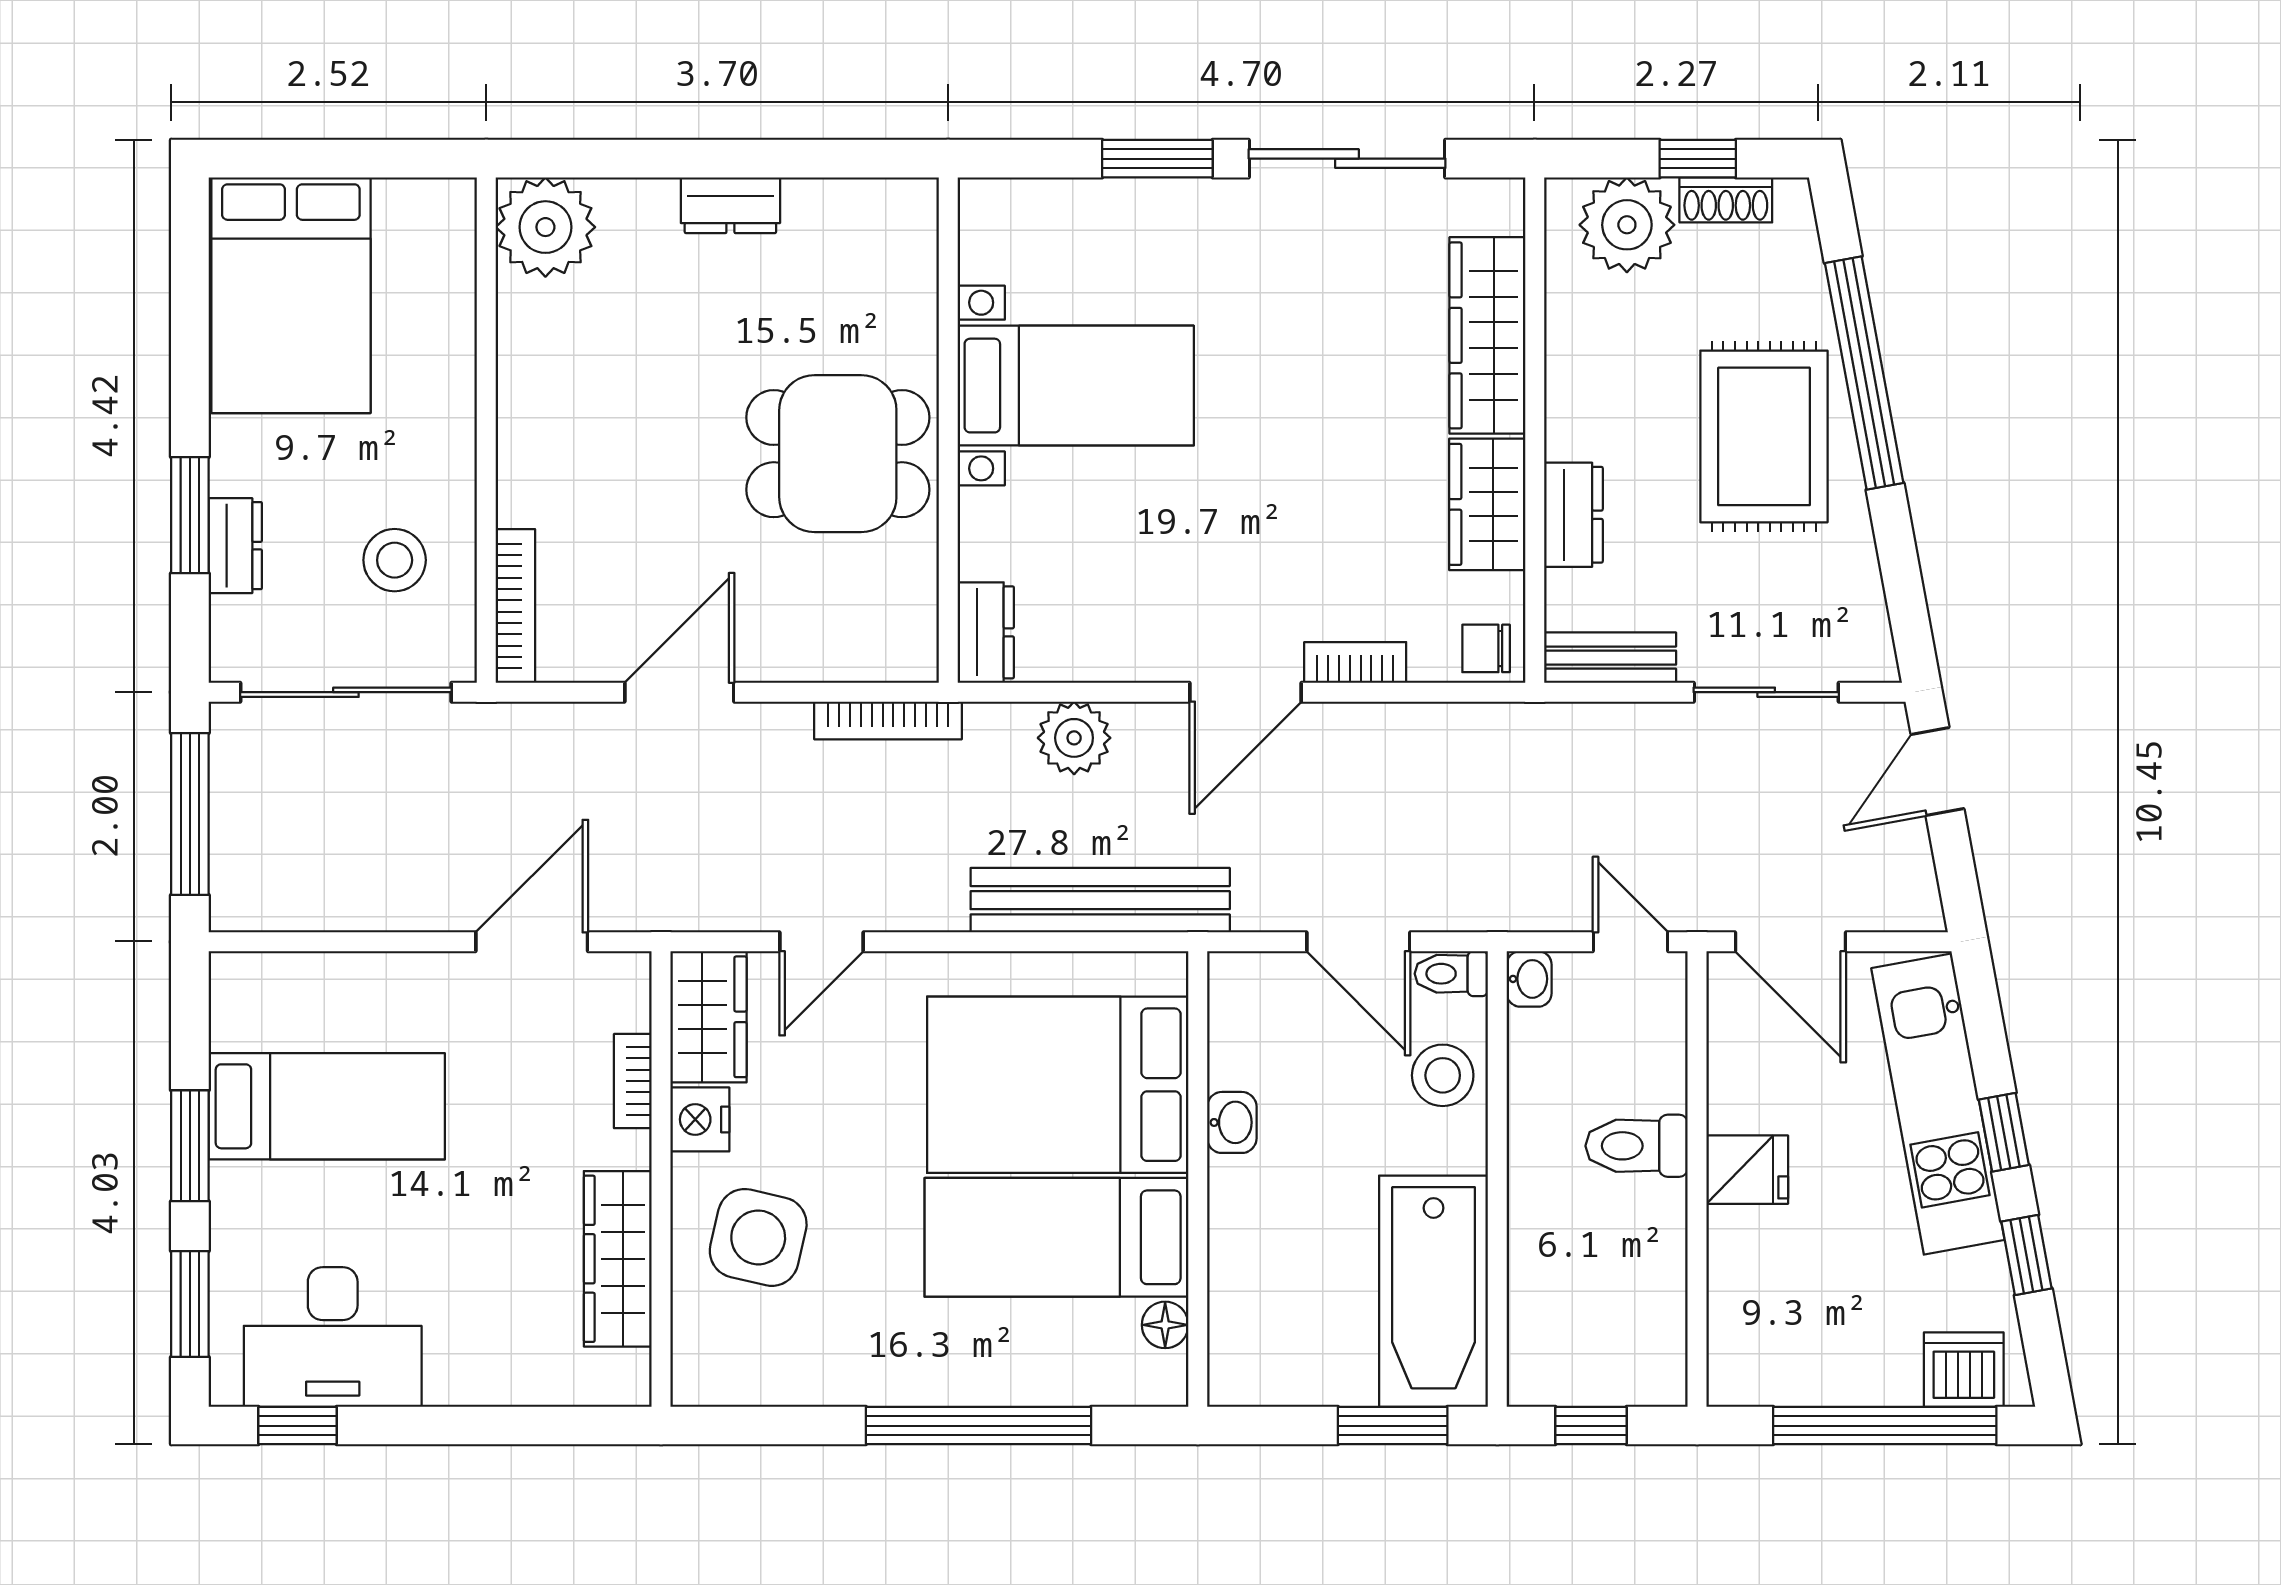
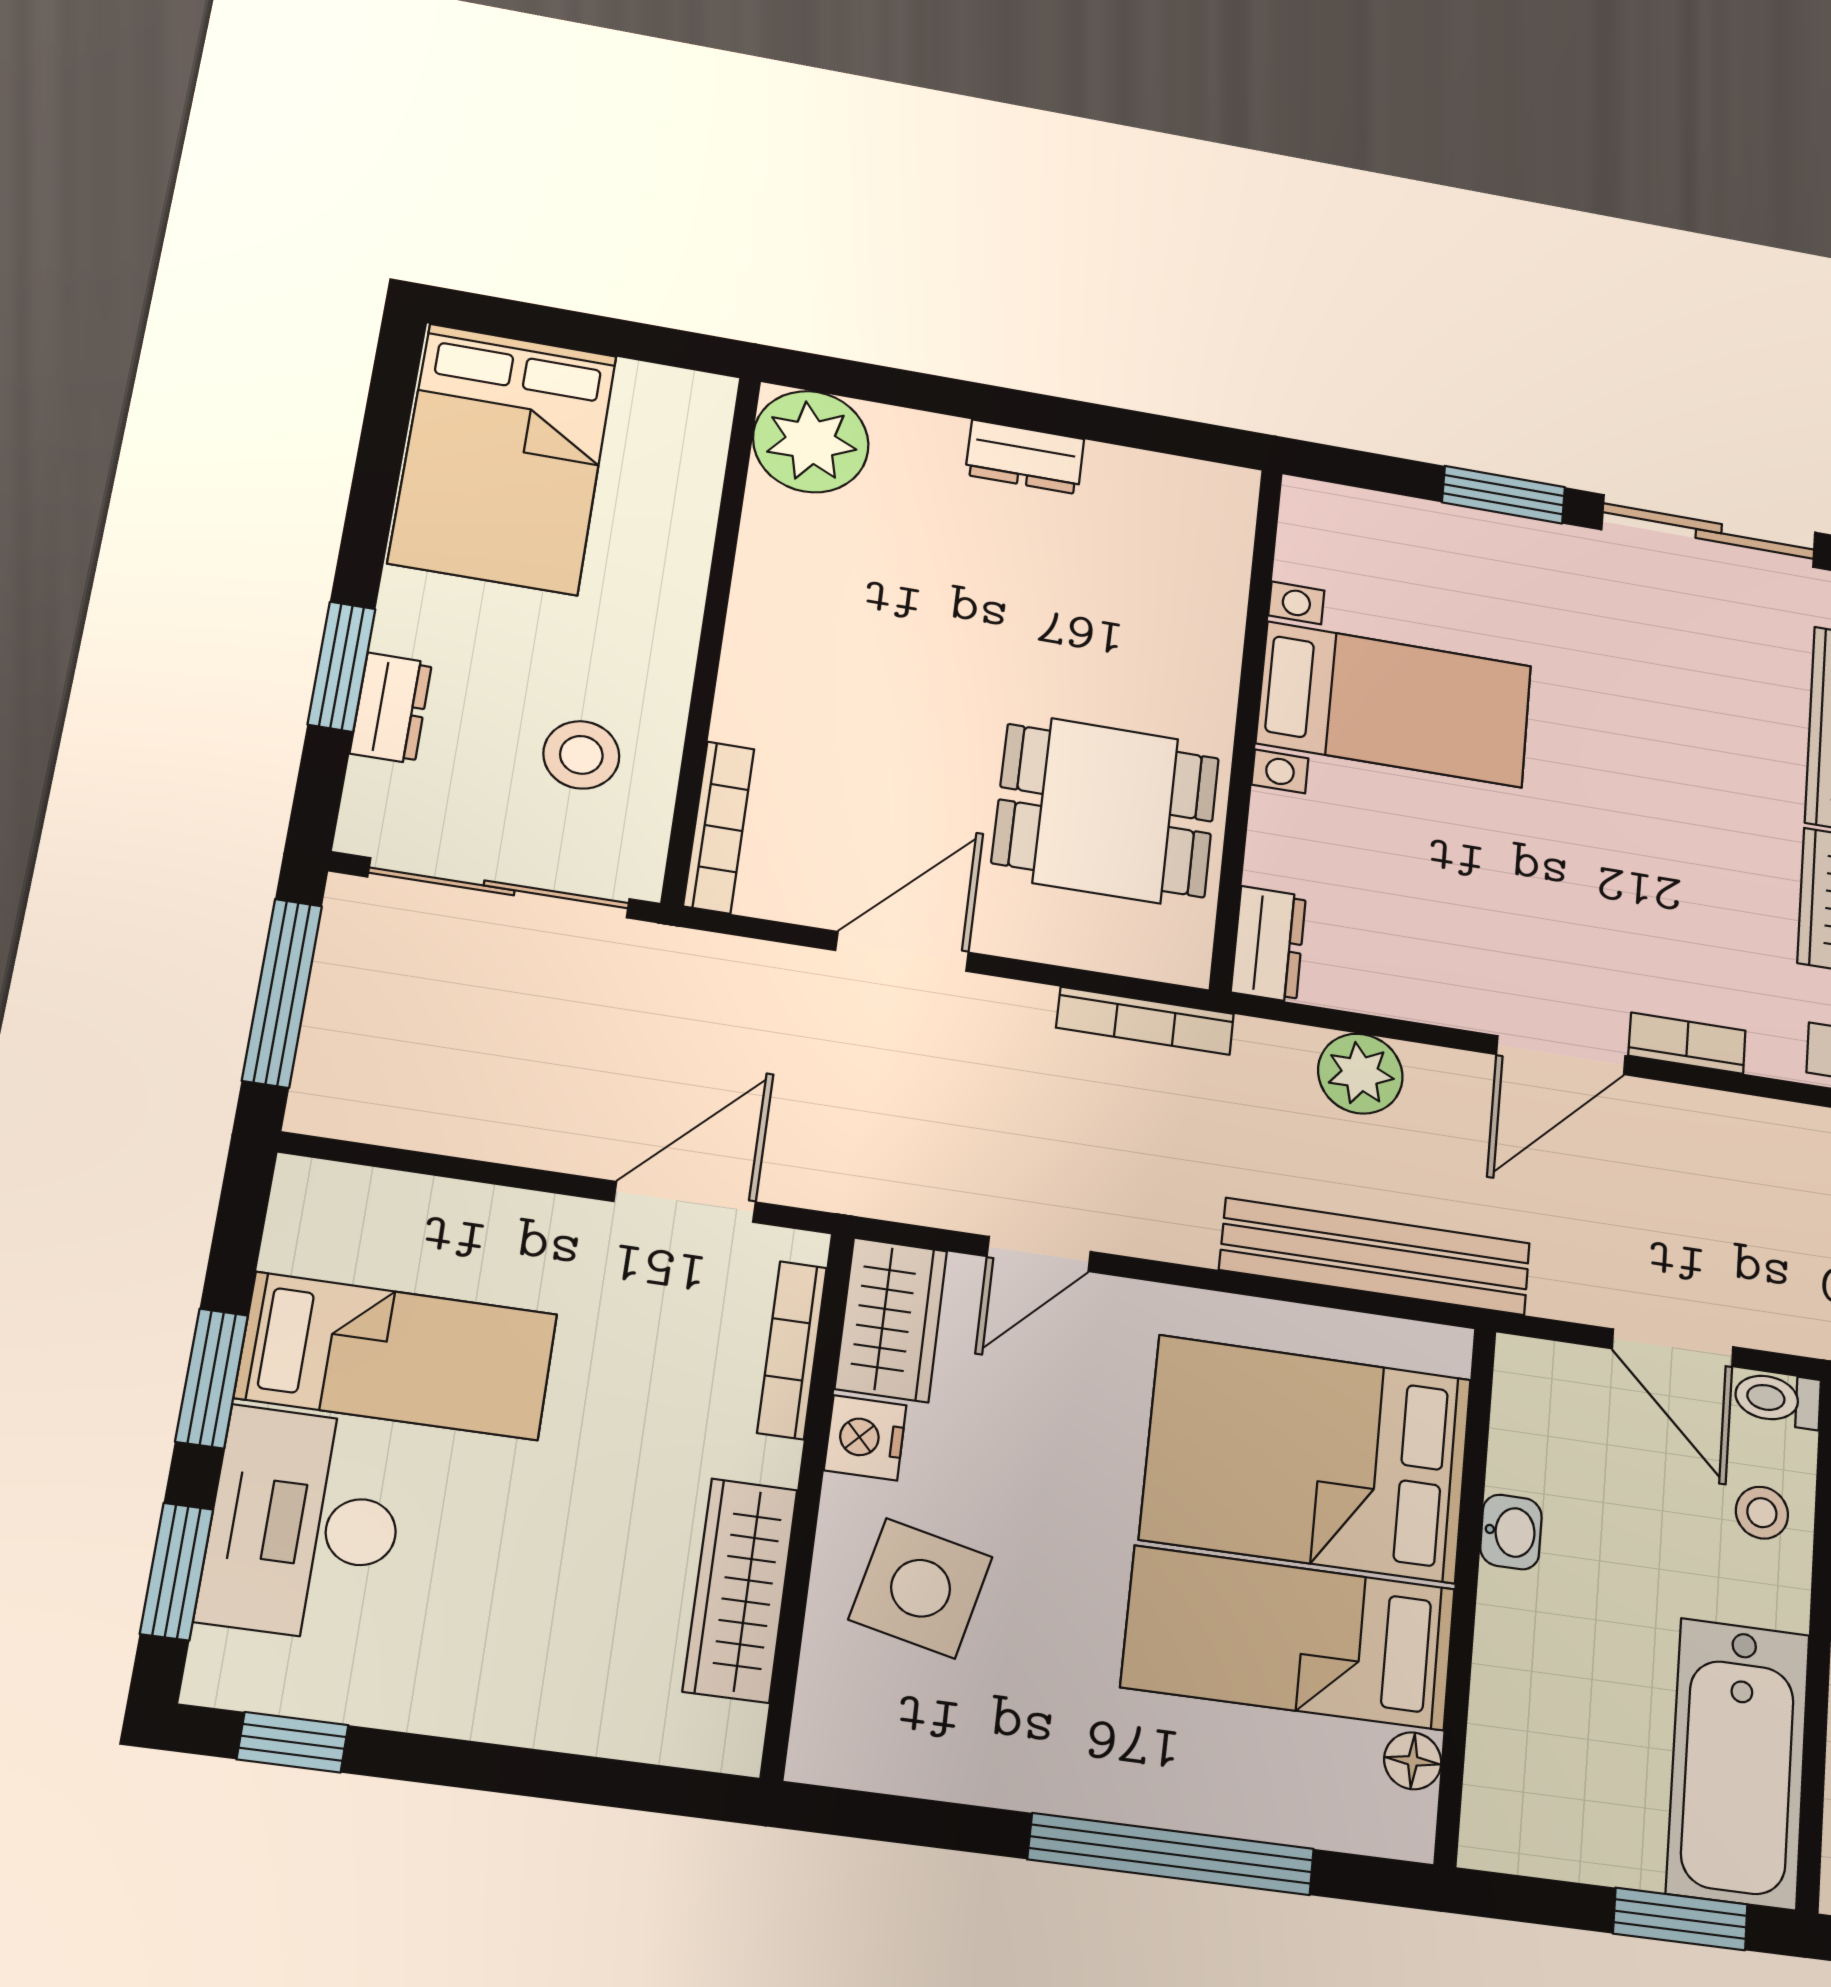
dining table: (838, 454) -> (1106, 810), moved
stool: (1443, 1075) -> (1762, 1513), width x0.73, depth x0.73
bookcase: (633, 1081) -> (792, 1350), width x1.56
desk: (333, 1337) -> (304, 1525), moved, turned 90

